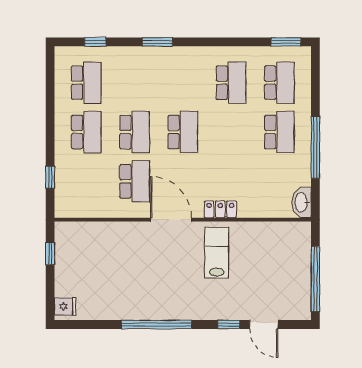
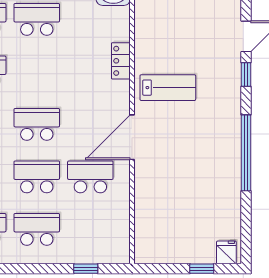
locker: (220, 209) -> (121, 61), moved
lab bench: (217, 253) -> (168, 88), turned 180
window: (50, 254) -> (202, 269), moved

